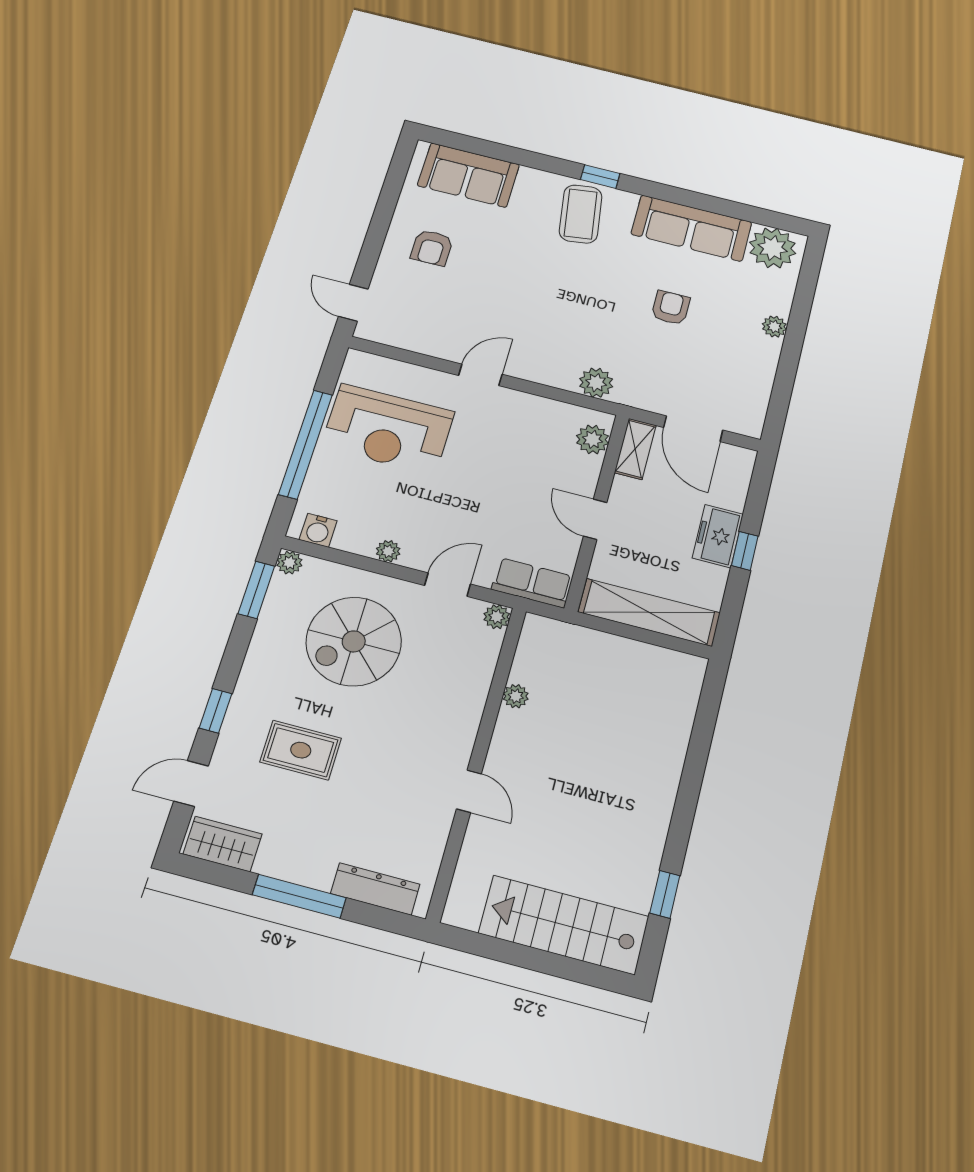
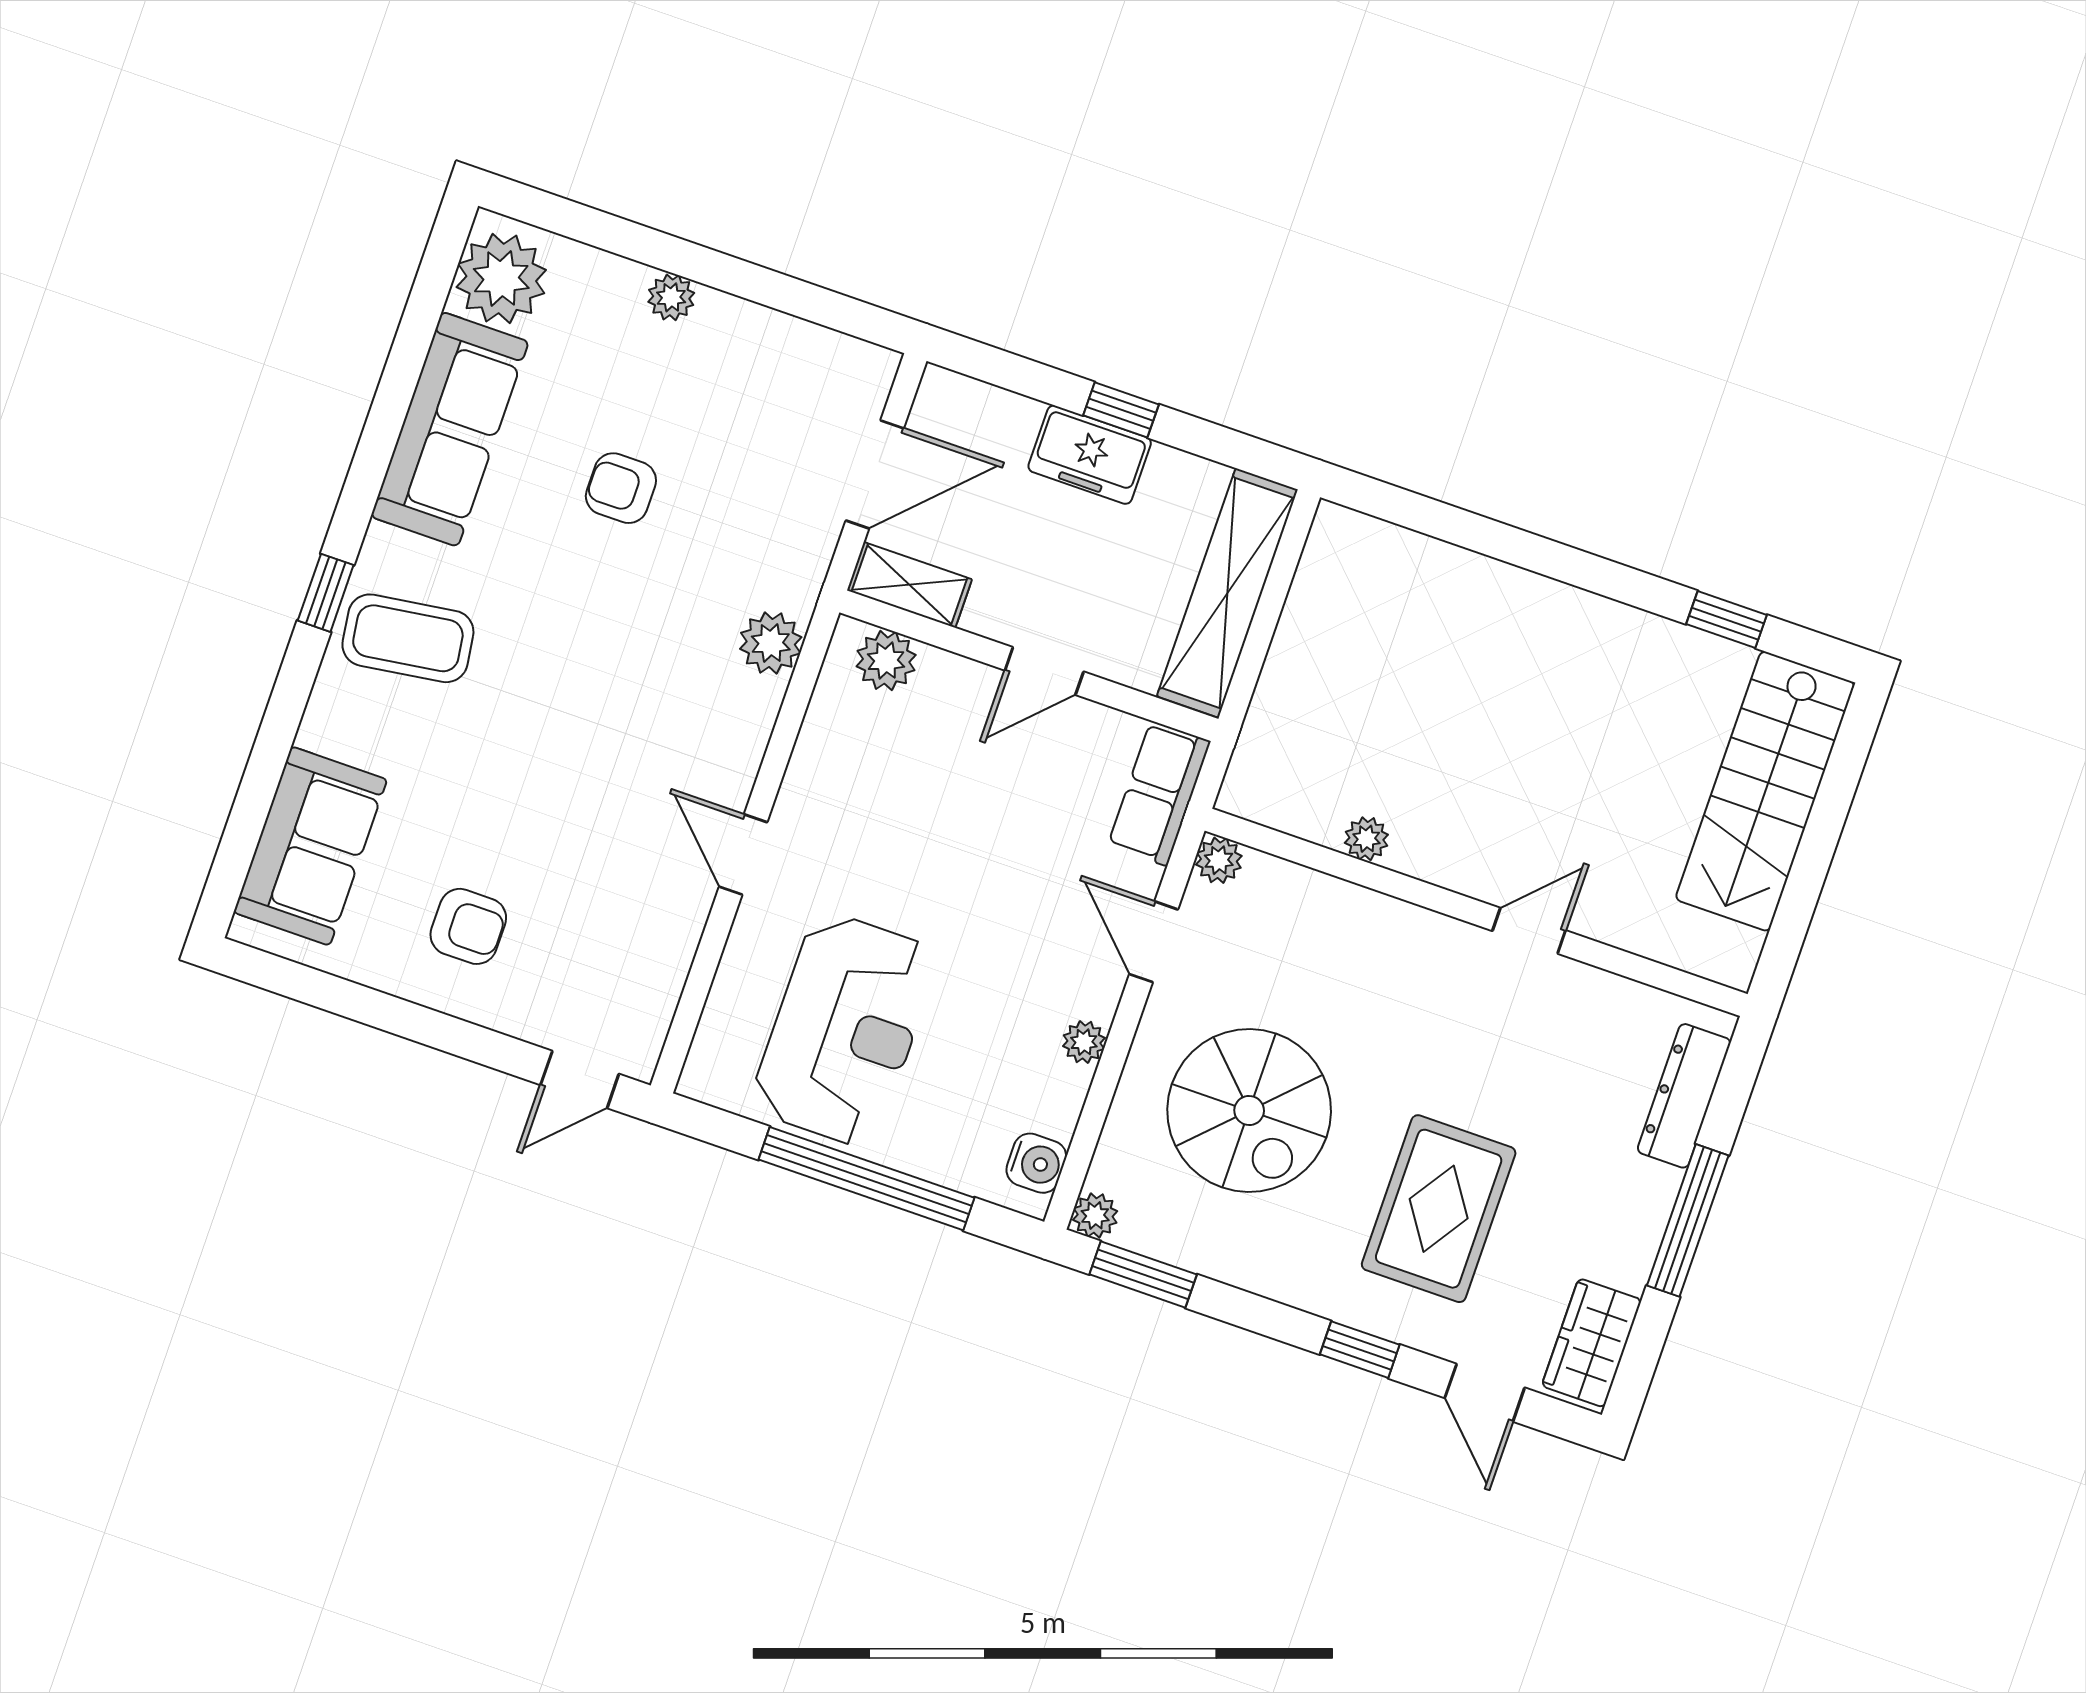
rug: (301, 750) -> (1439, 1209), width x1.36, depth x1.43

